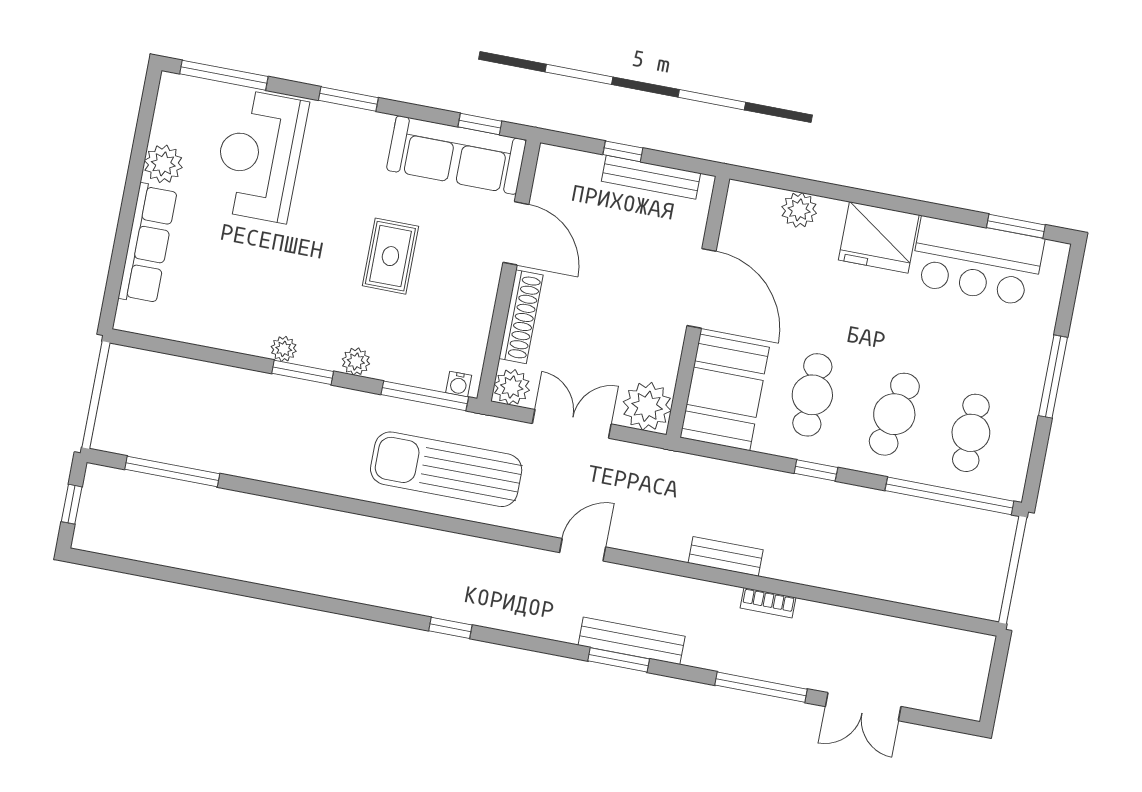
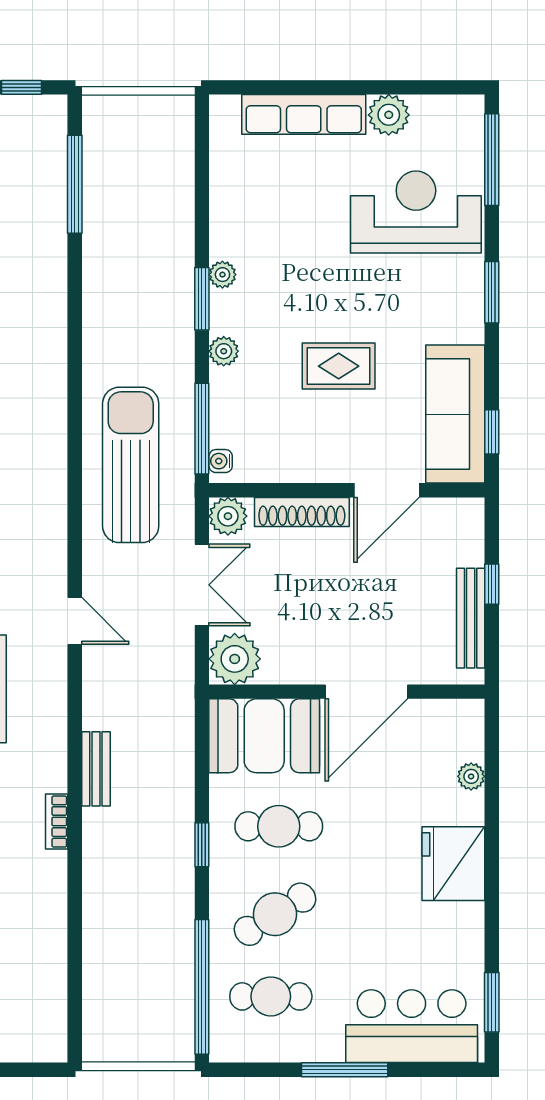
plant: (799, 210) -> (471, 776), width x0.73, depth x0.73
bar counter: (977, 261) -> (412, 1026), moved, turned 90
cafe table: (894, 414) -> (275, 914), turned -42

